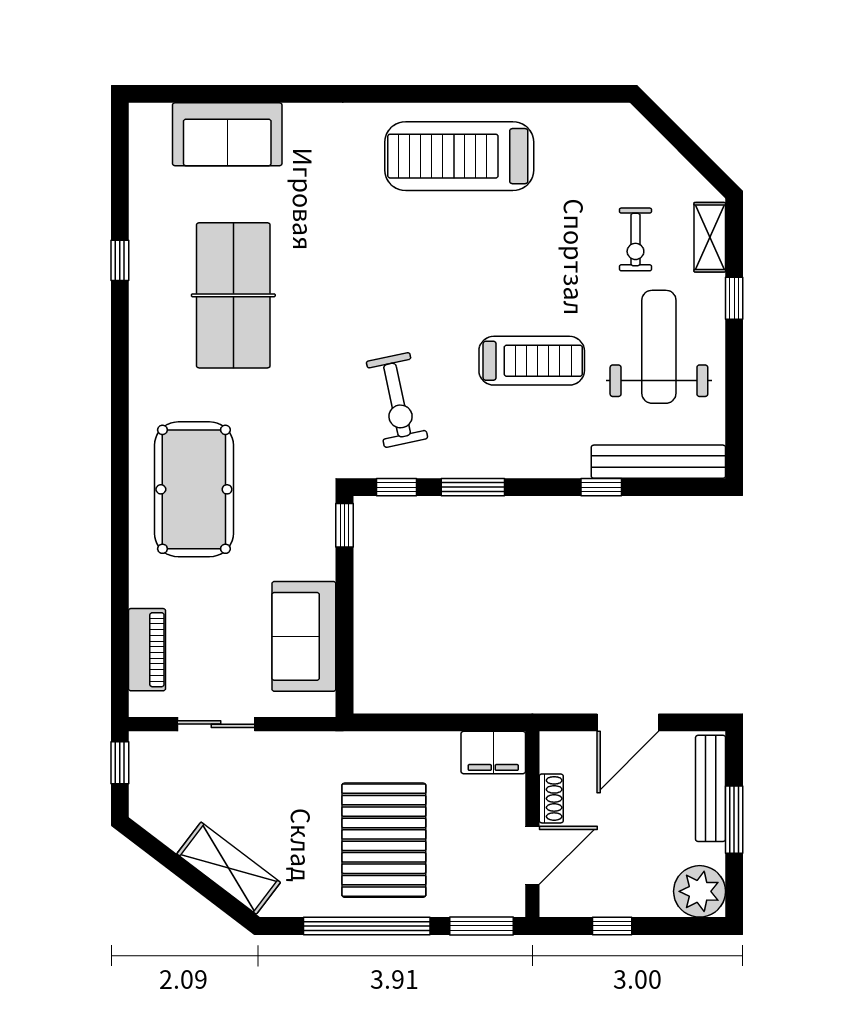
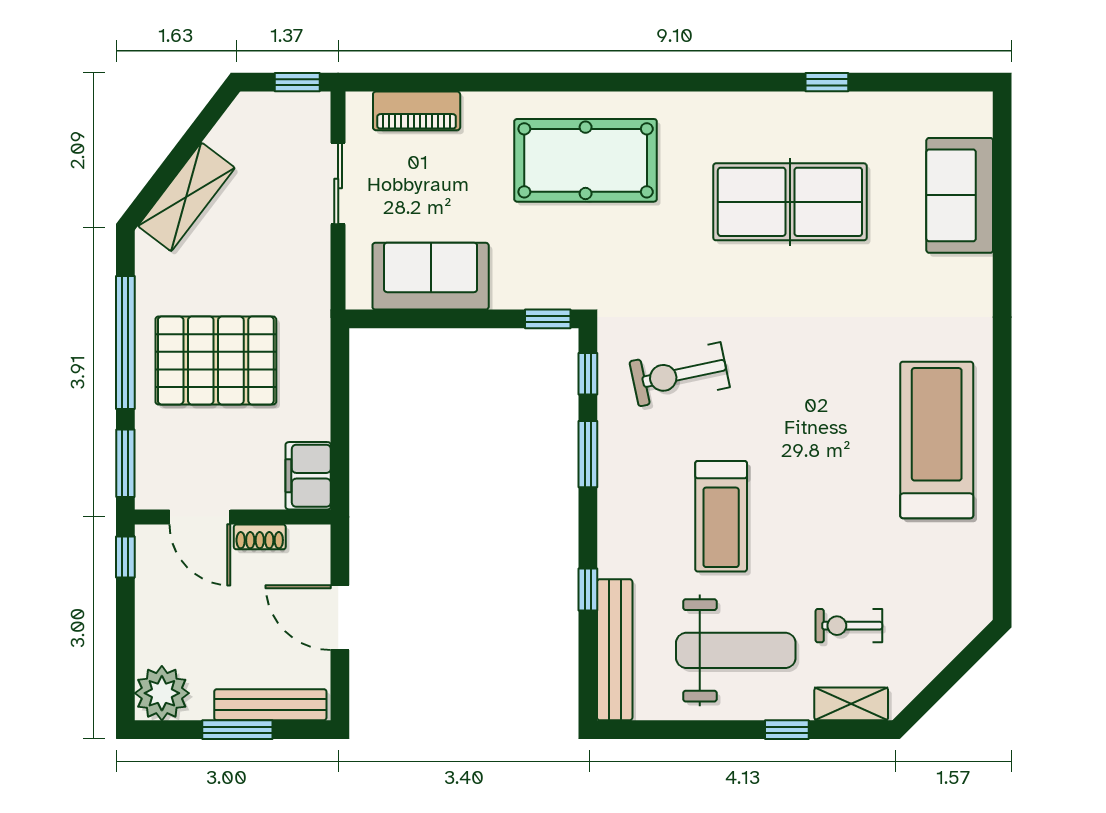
window: (612, 926) -> (125, 557), moved

